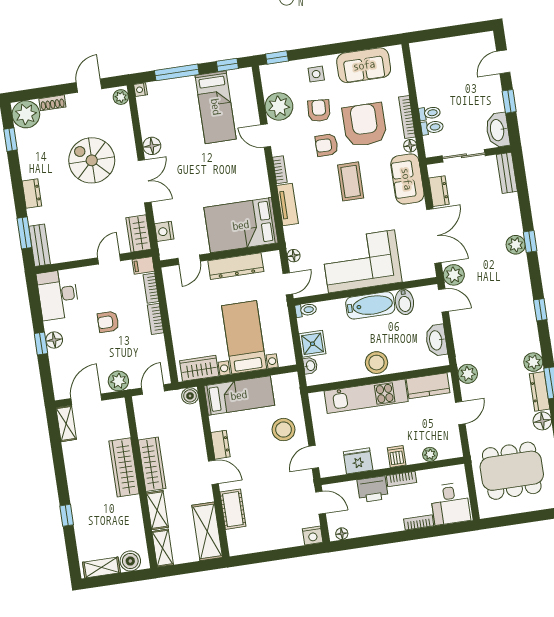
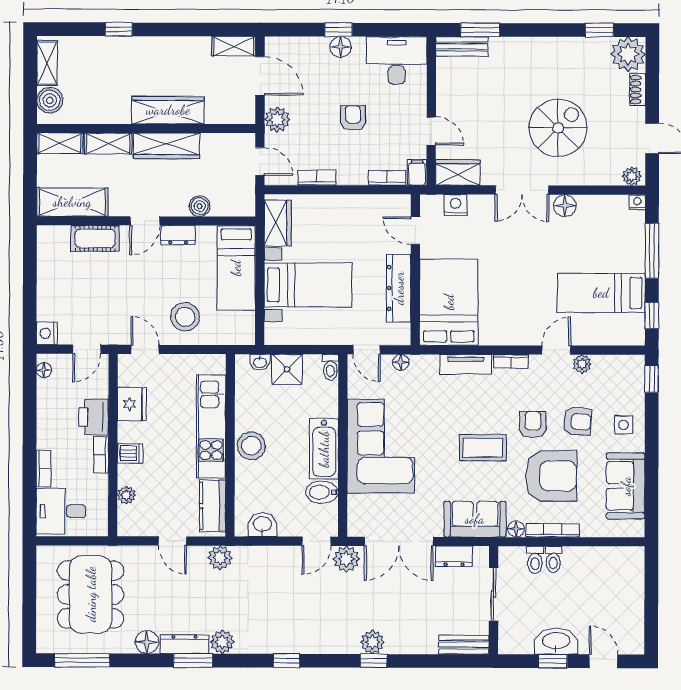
plant: (279, 106) -> (582, 364), width x0.53, depth x0.53
washbasin: (498, 130) -> (556, 641), moved
dresser: (32, 193) -> (528, 47), removed
bookcase: (155, 319) -> (317, 178), moved
washbasin: (436, 340) -> (263, 525), width x0.72
boiler: (190, 396) -> (200, 206), moved

